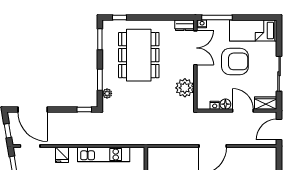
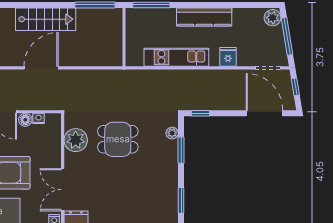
dining table: (139, 55) -> (118, 139), moved, width x0.53, depth x0.80

